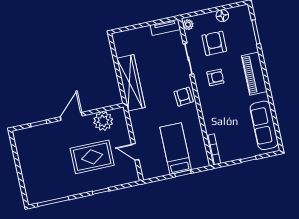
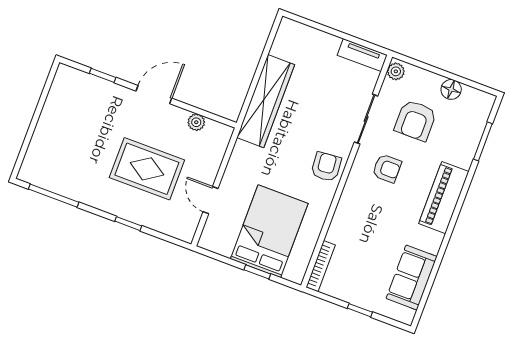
armchair: (214, 43) -> (415, 120), turned 180
plant: (103, 121) -> (196, 122), width x0.53, depth x0.53
sofa: (264, 125) -> (412, 278), width x0.73
bed: (176, 149) -> (269, 231), width x1.50

